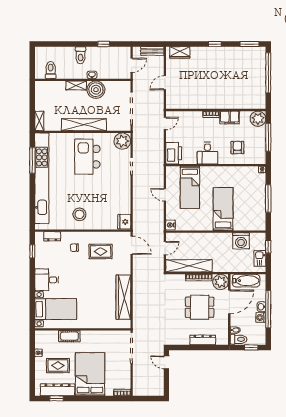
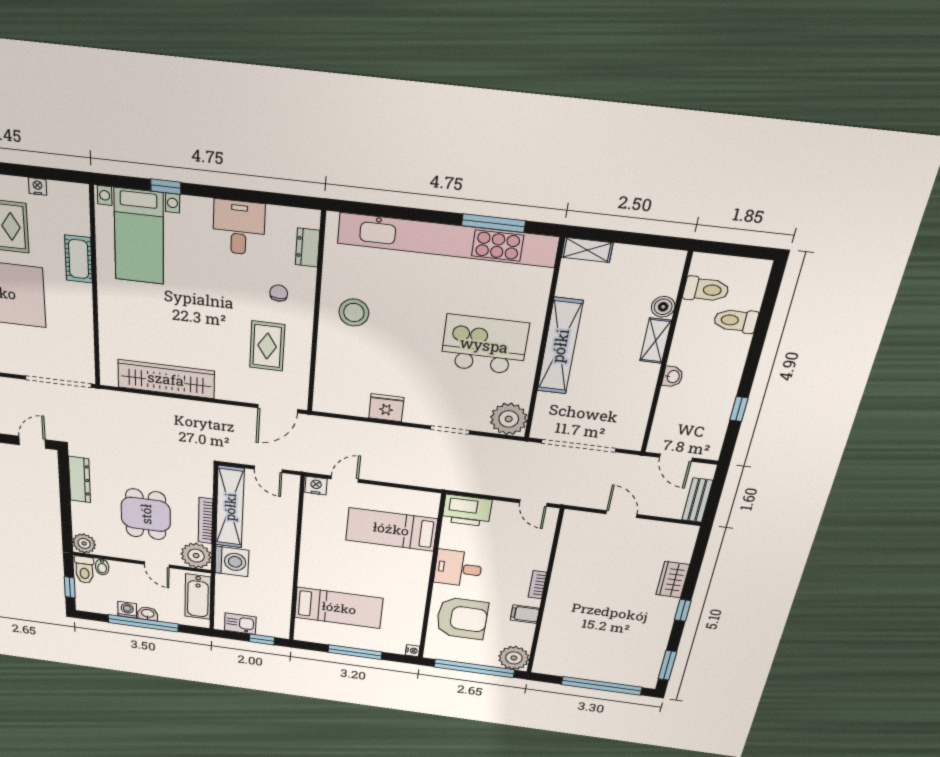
wardrobe: (180, 52) -> (673, 580), moved
toilet: (81, 55) -> (736, 321), moved
boiler: (96, 90) -> (663, 307), moved, width x0.54, depth x0.54
filing cabinet: (230, 117) -> (525, 614), width x0.50
window: (268, 137) -> (474, 668), width x1.46
armchair: (237, 148) -> (462, 618), width x1.88, depth x1.88
door: (165, 195) -> (345, 479), moved
bed: (223, 209) -> (339, 608), moved
fridge: (124, 222) -> (386, 408), moved
washing machine: (241, 241) -> (232, 561), moved, turned 180
window: (32, 251) -> (166, 187), moved
desk: (47, 280) -> (239, 227), moved
door: (229, 302) -> (157, 565), width x0.53
plant: (222, 339) -> (84, 543), added
dresser: (203, 340) -> (79, 480), moved

